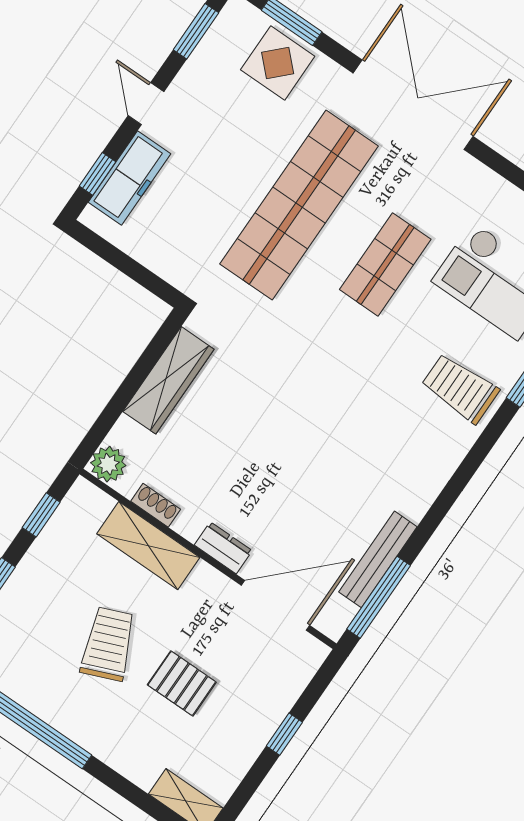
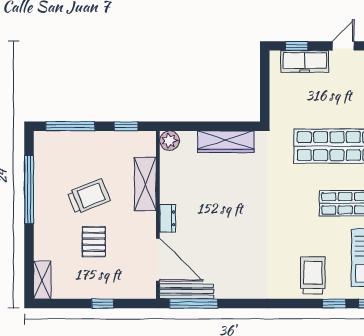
shoe rack: (156, 505) -> (166, 175), removed
bench: (378, 559) -> (187, 291), moved

